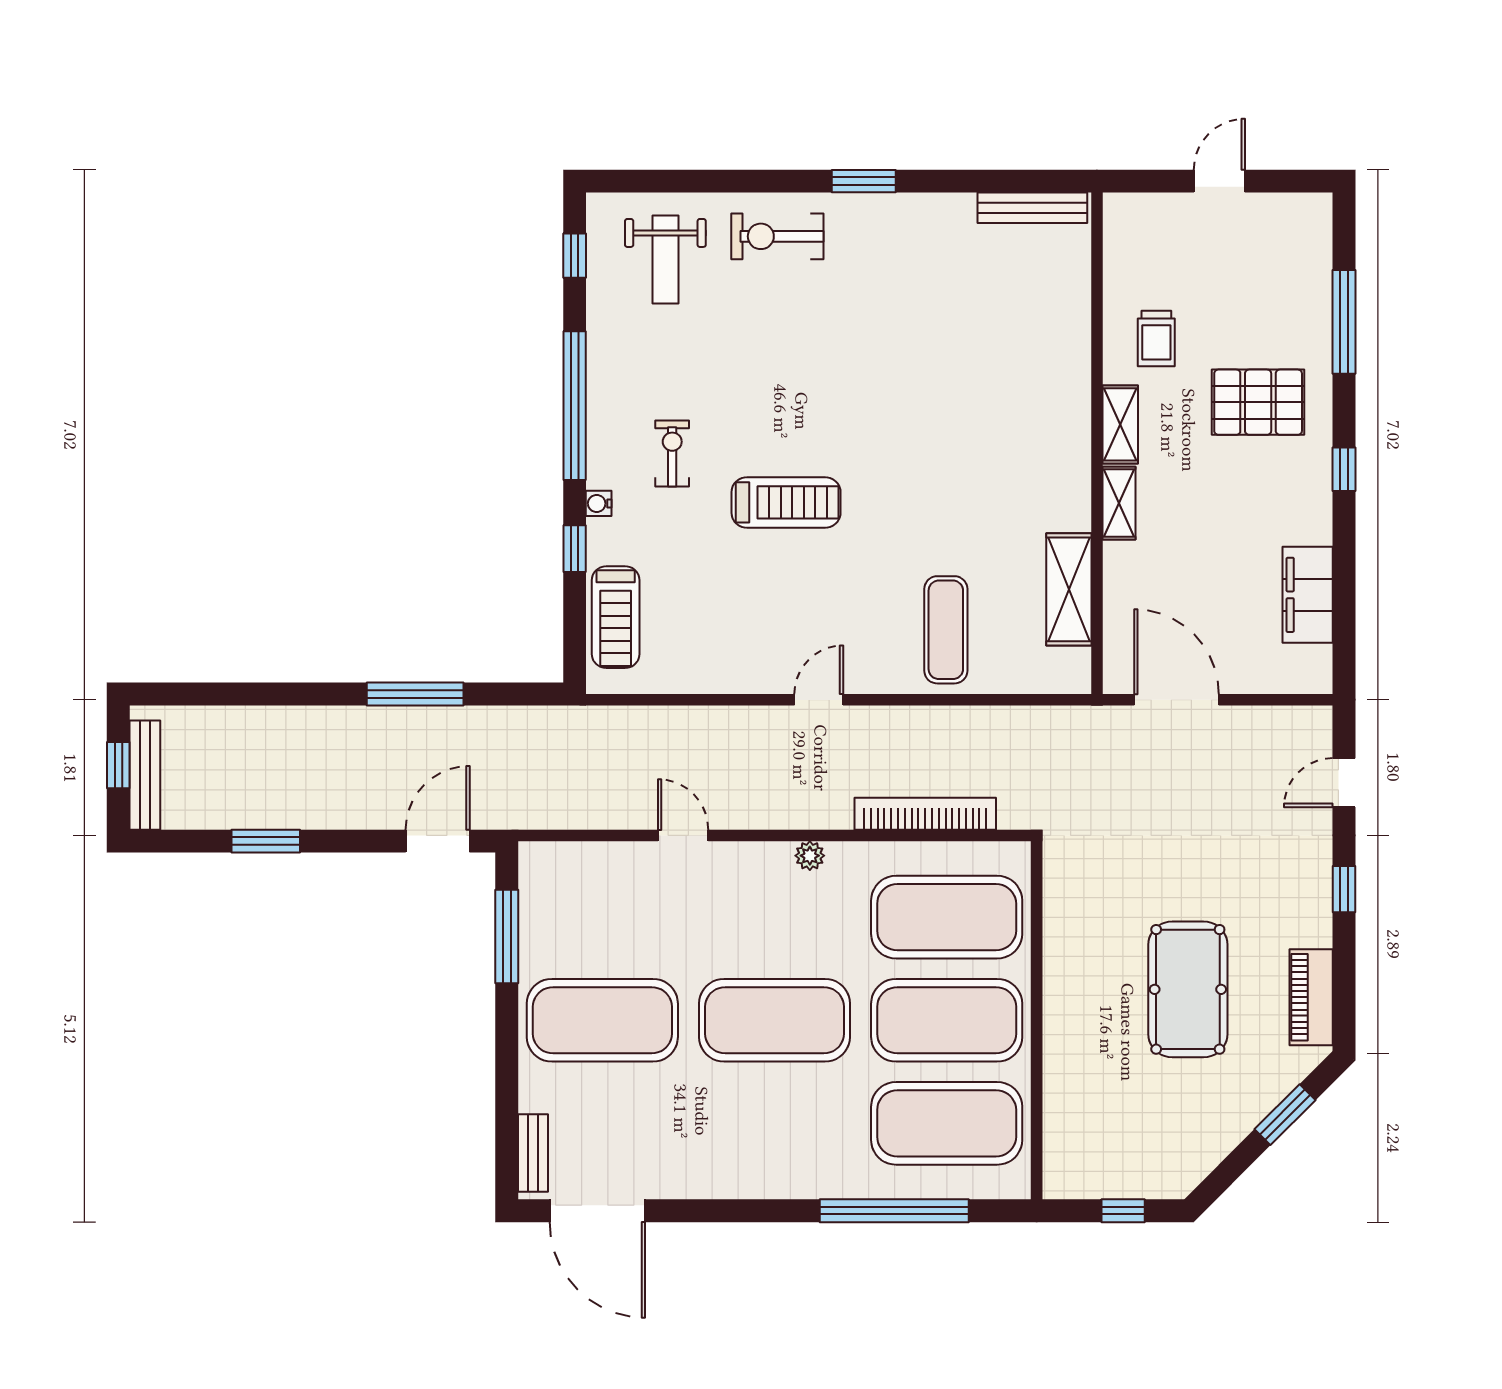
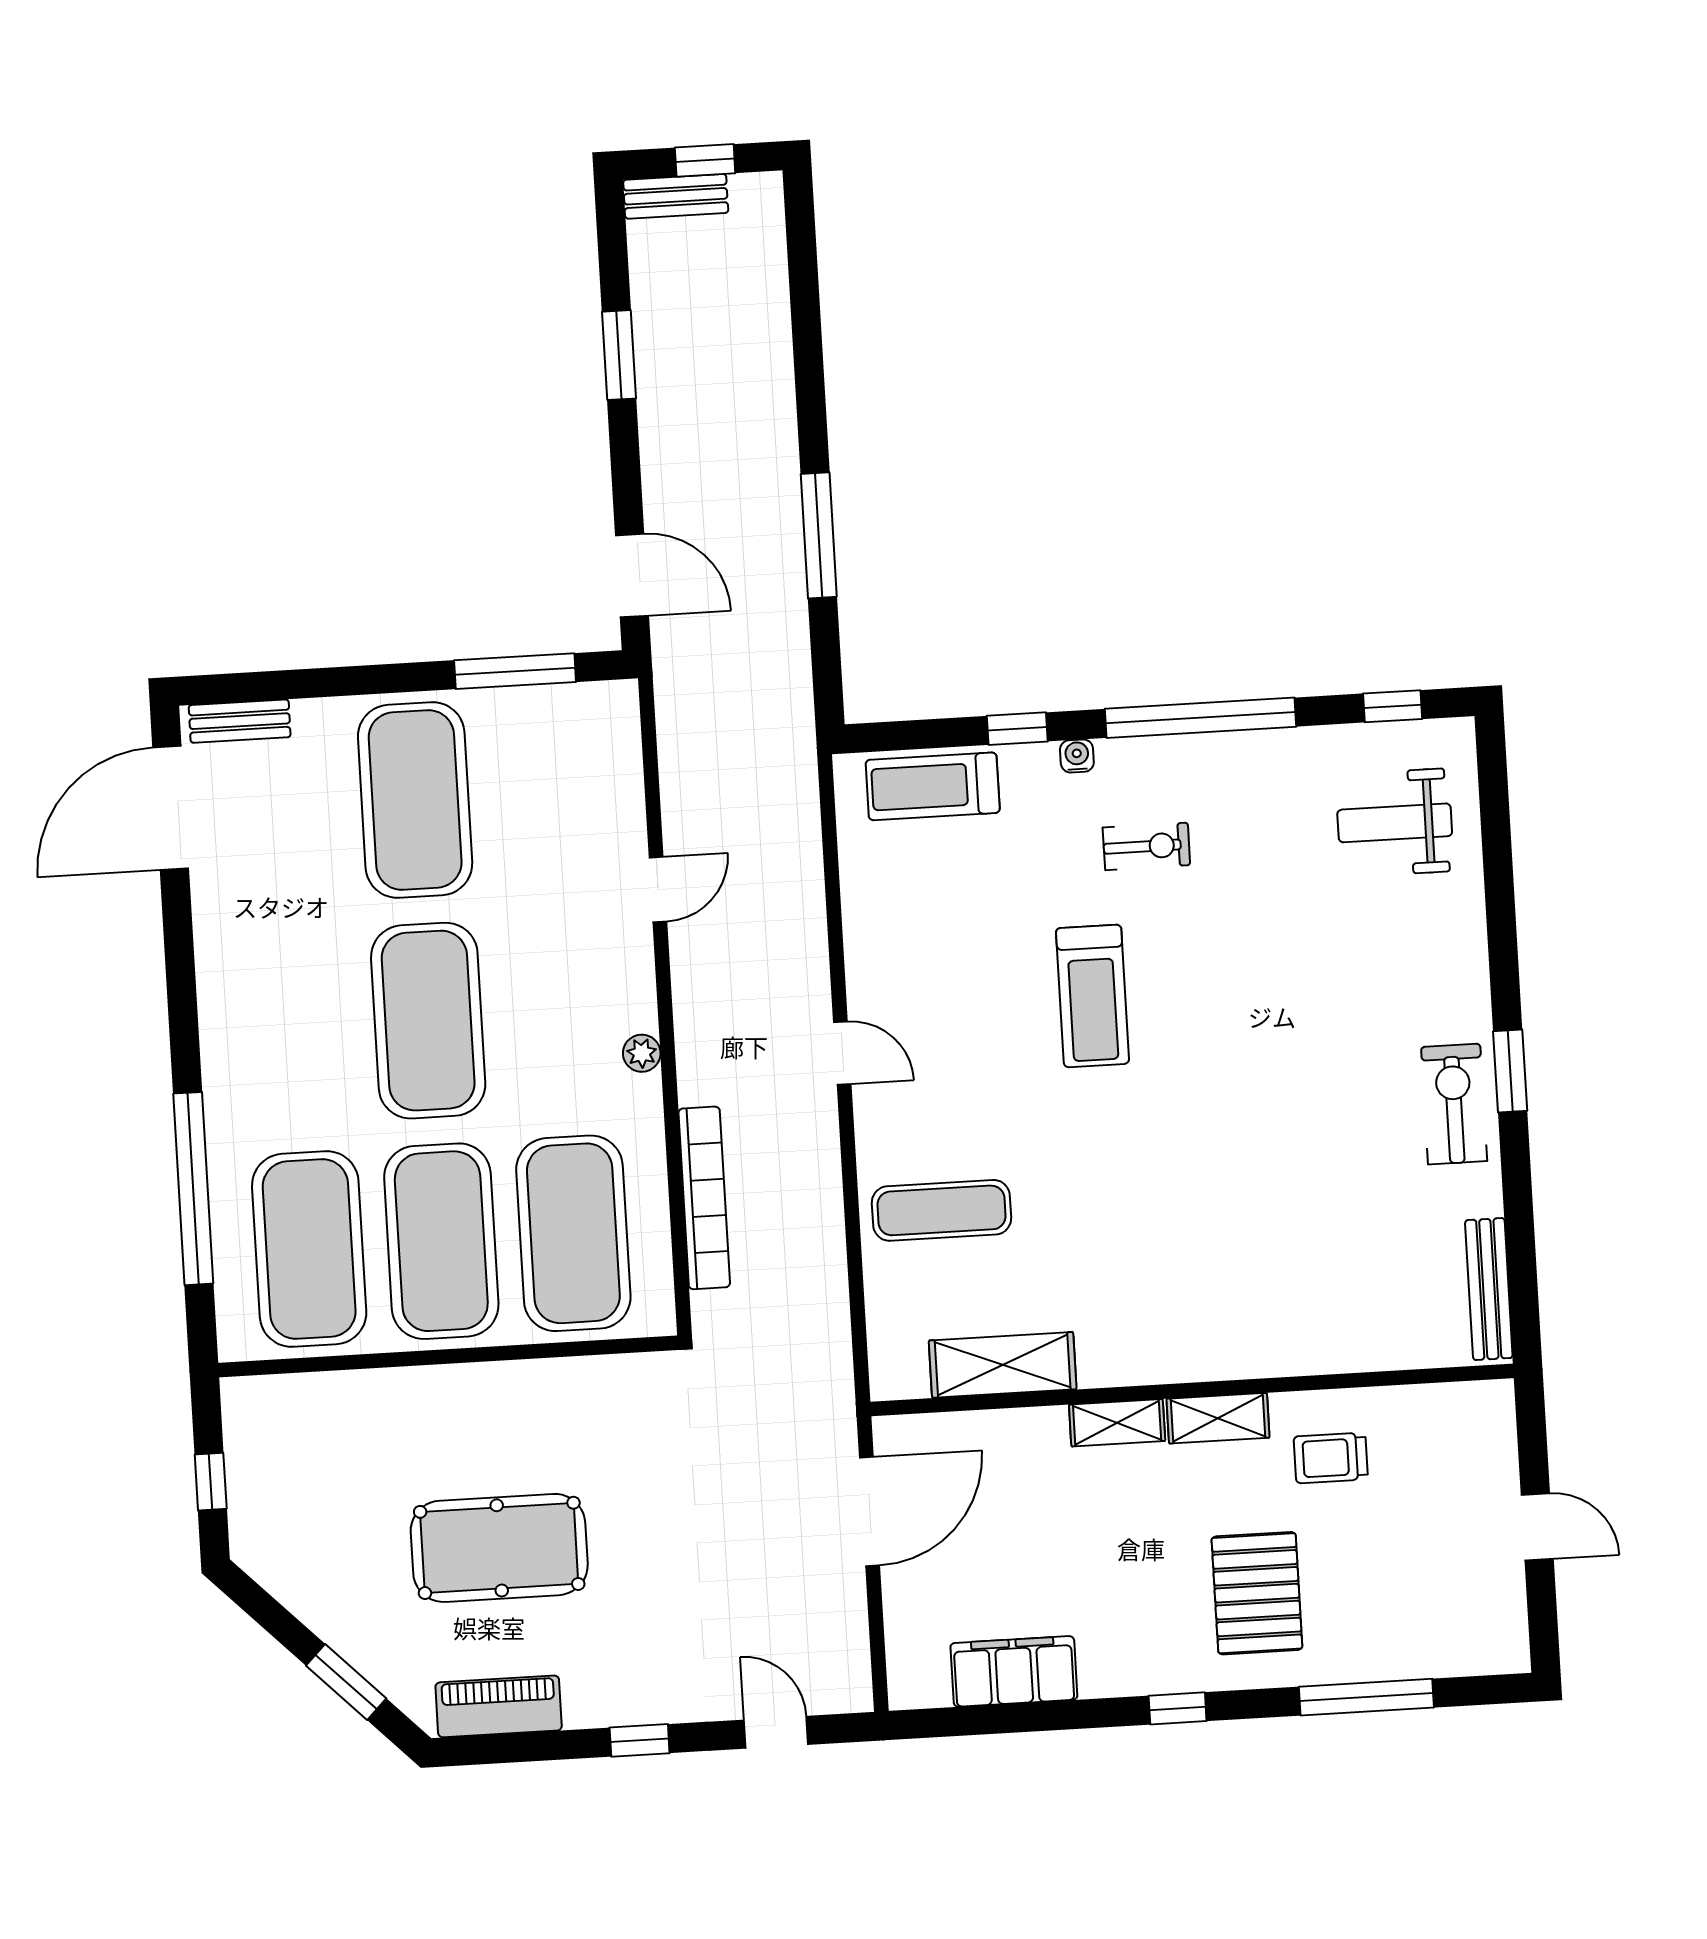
exercise bike: (777, 236) -> (1454, 1104), moved
bench: (145, 775) -> (676, 196), width x0.73

